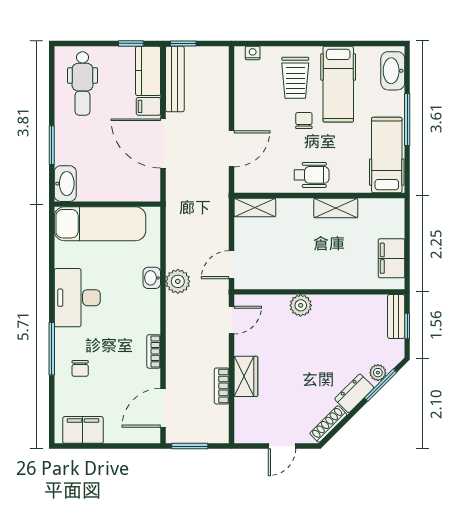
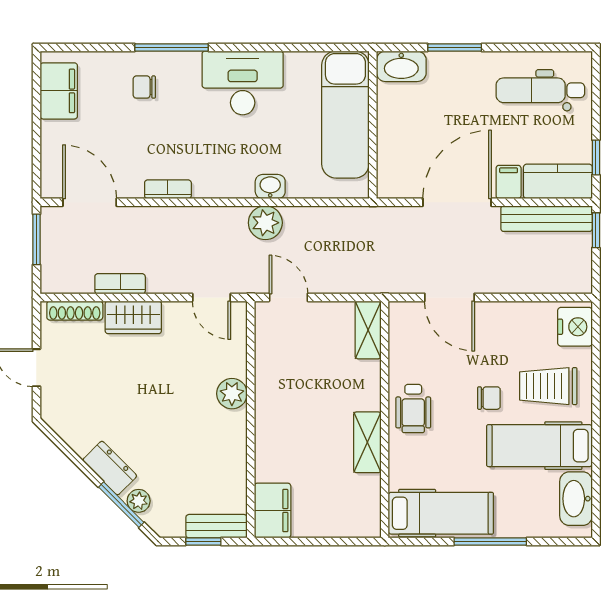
nightstand: (253, 53) -> (575, 327), width x1.89, depth x1.79
washbasin: (393, 71) -> (576, 499), moved, turned -90
filing cabinet: (391, 258) -> (273, 511), moved, turned 90
shoe rack: (328, 424) -> (75, 311), moved, turned 135

